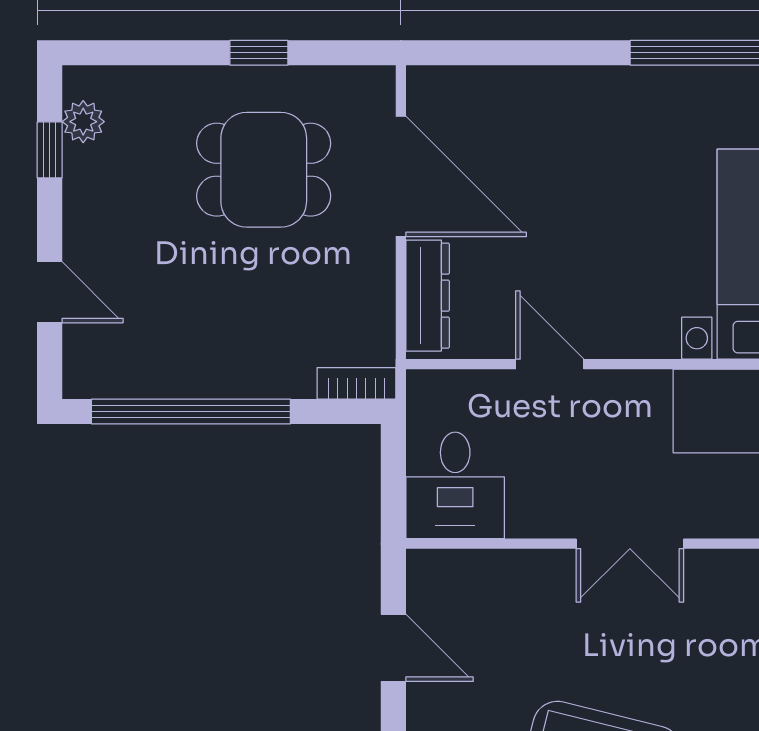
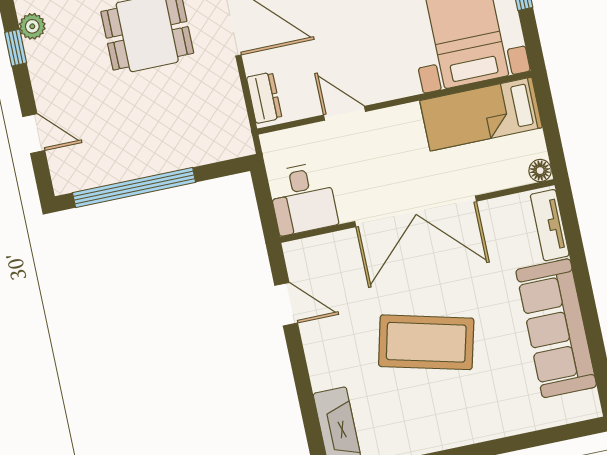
dresser: (428, 296) -> (264, 98), width x0.70
bookcase: (357, 383) -> (230, 149), removed
double door: (630, 544) -> (416, 211), width x1.87

